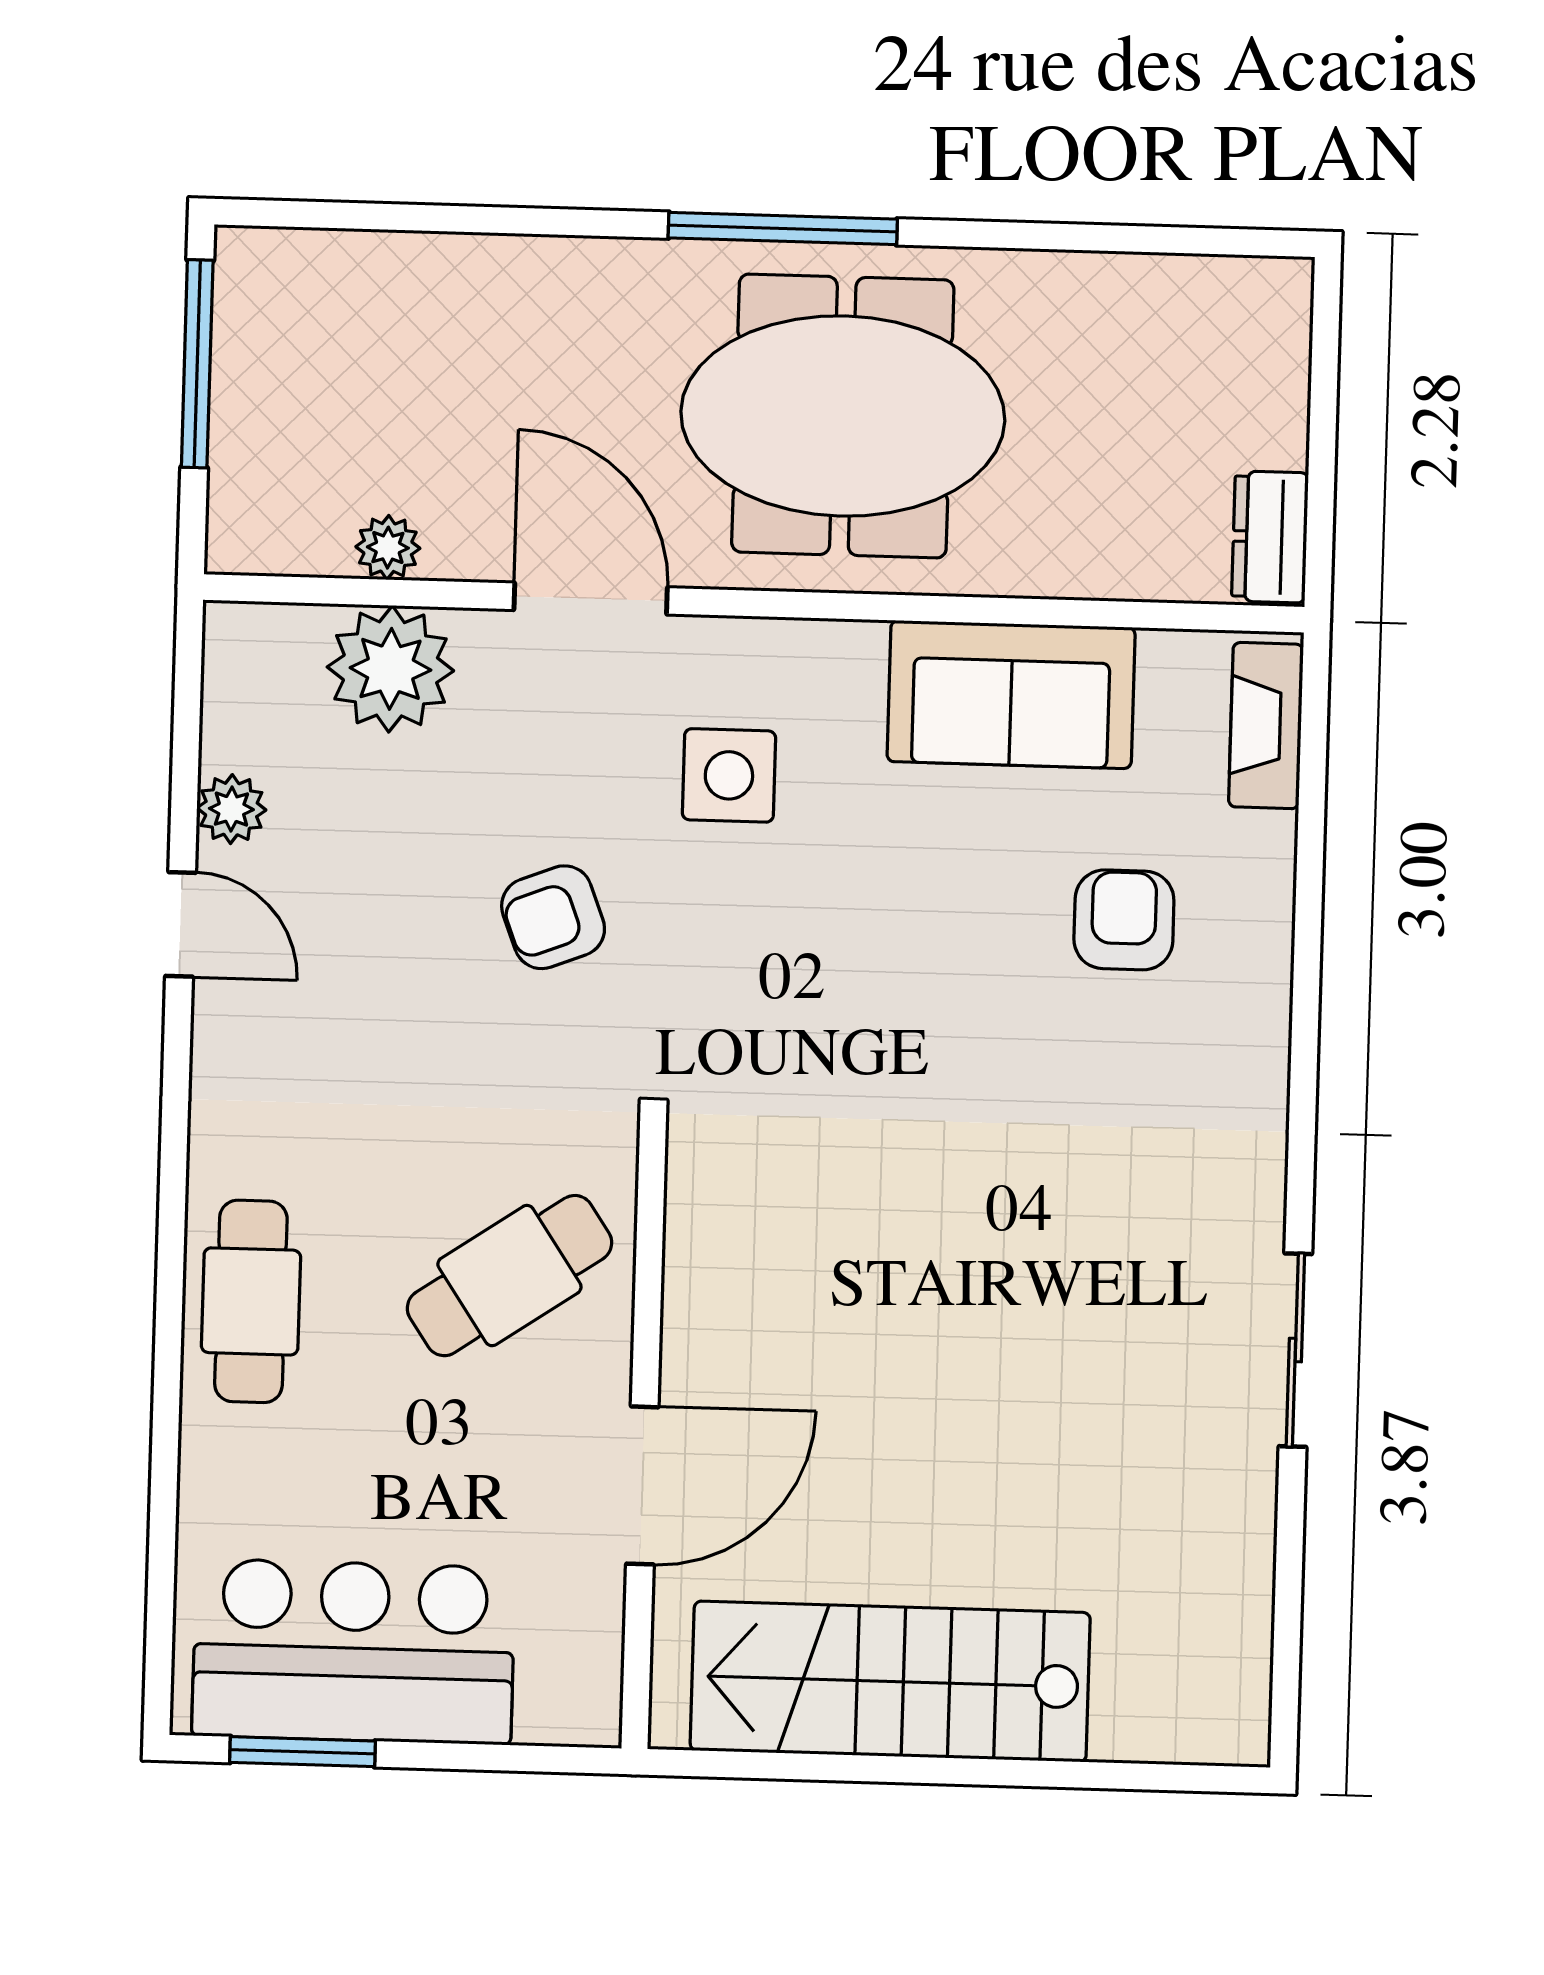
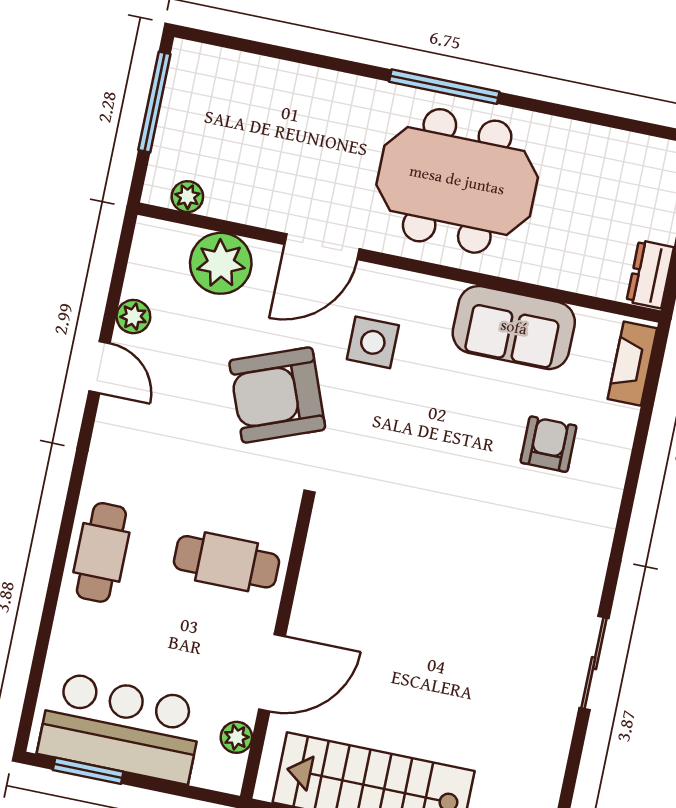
plant: (388, 548) -> (187, 197), moved
door: (591, 599) -> (322, 247), swing flipped
armchair: (553, 917) -> (277, 395), width x1.88, depth x1.88
cafe table: (509, 1276) -> (226, 562), turned 34
plant: (593, 1630) -> (236, 737), added

